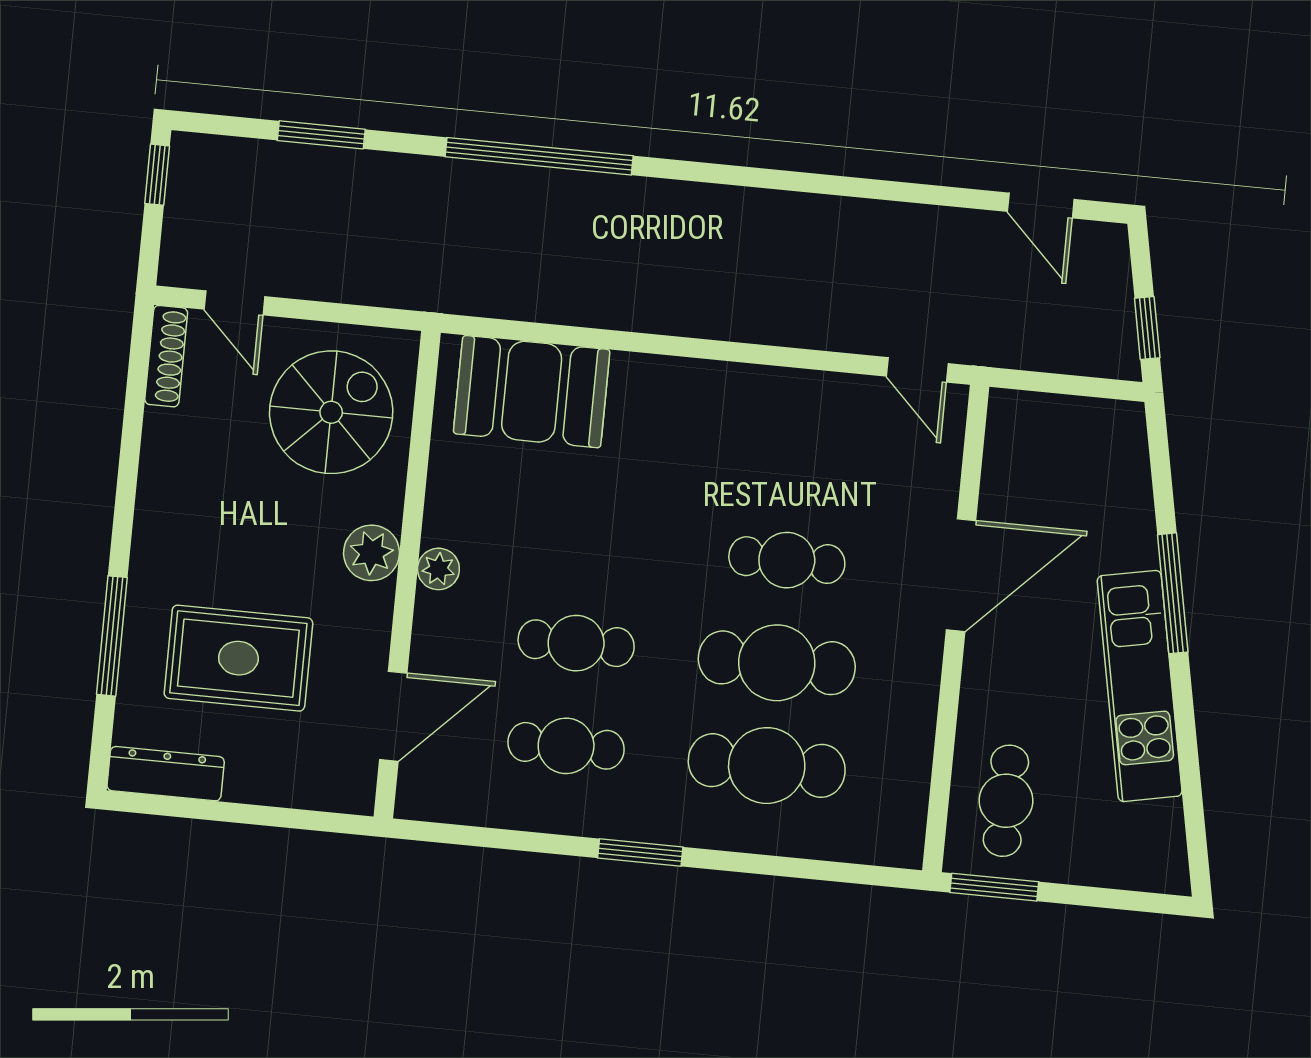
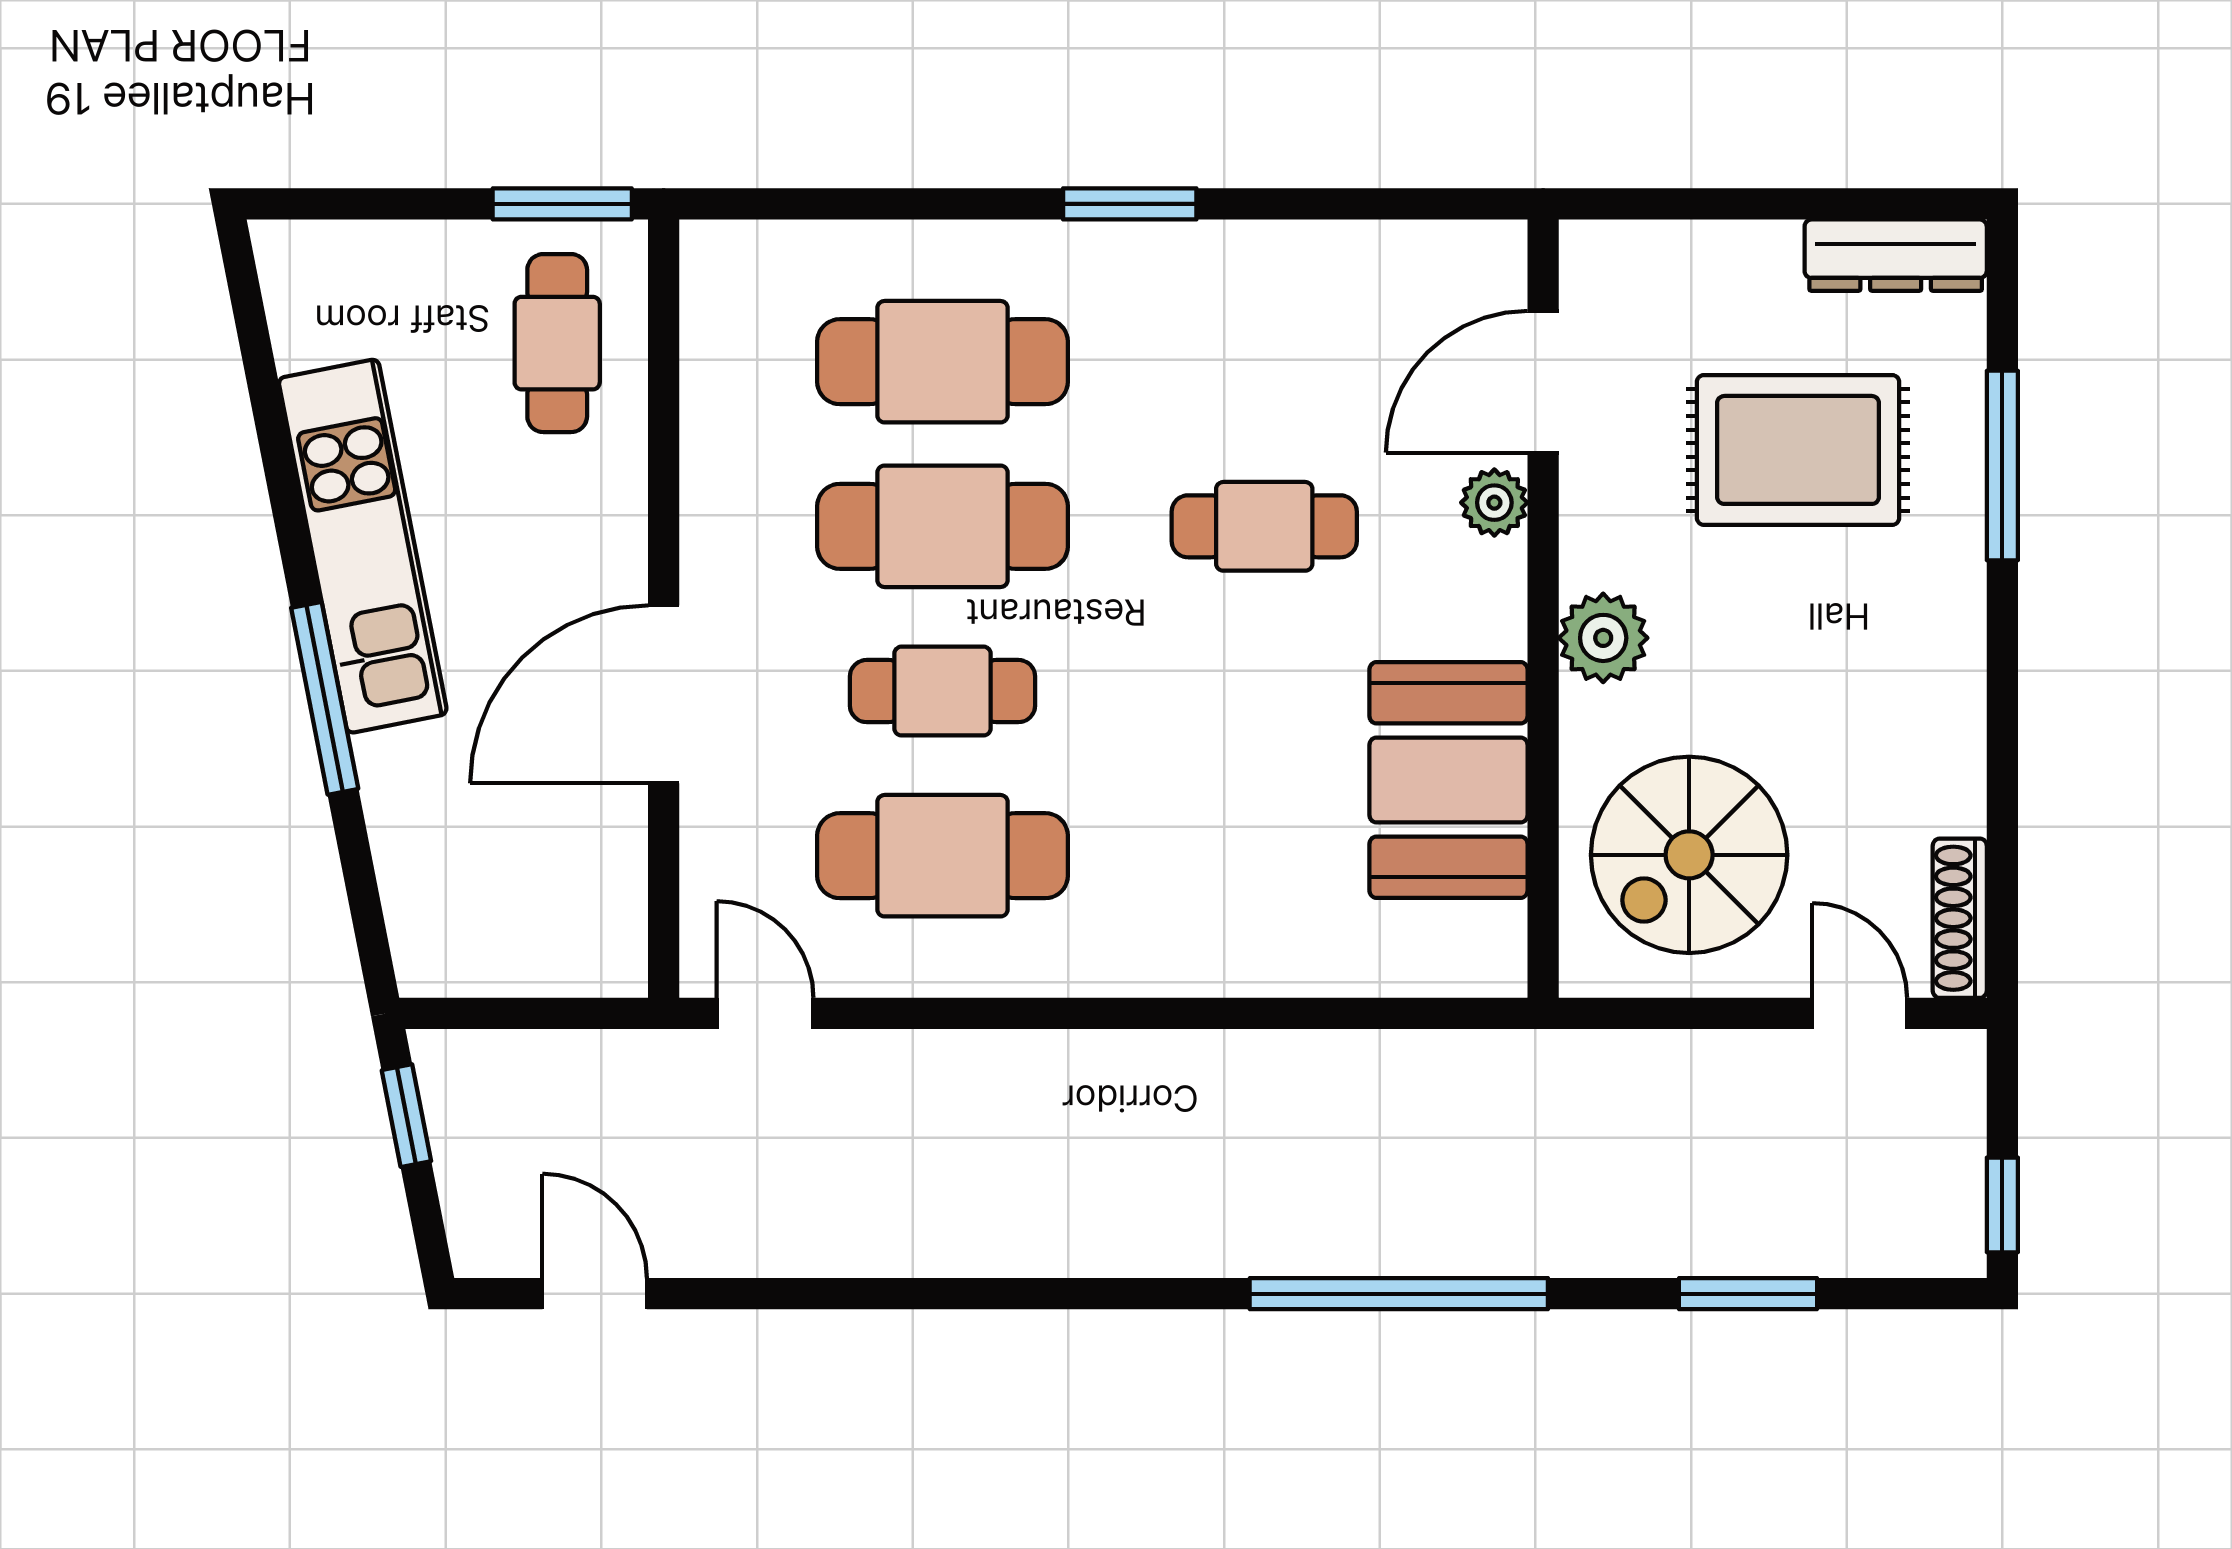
booth: (532, 392) -> (1449, 780), moved, turned 90
plant: (438, 569) -> (1494, 503), moved
cafe table: (566, 746) -> (943, 856), moved, width x1.37, depth x1.35

